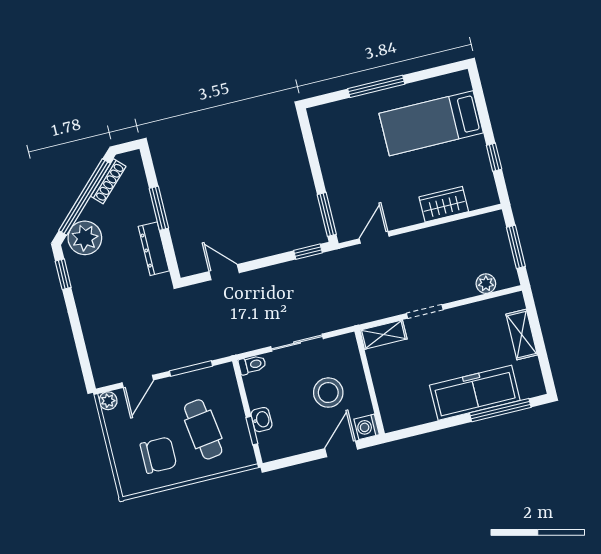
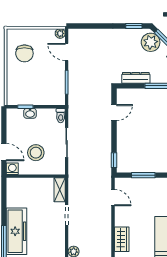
window: (327, 214) -> (143, 175), moved
cafe table: (203, 429) -> (32, 81), removed

